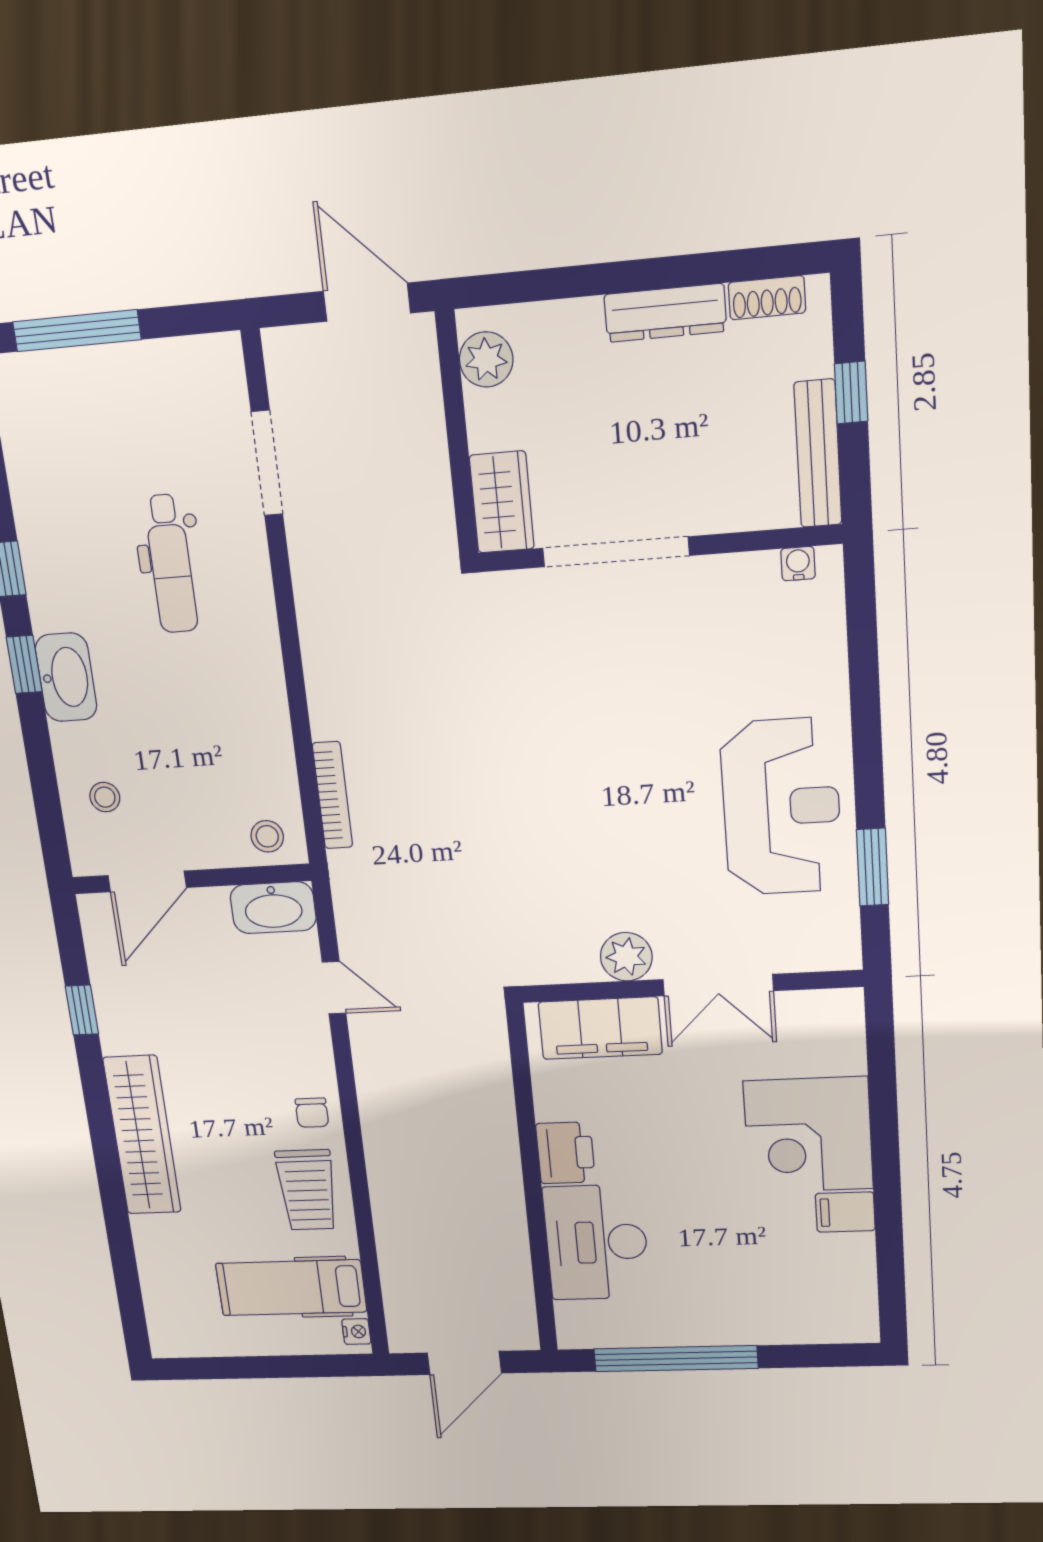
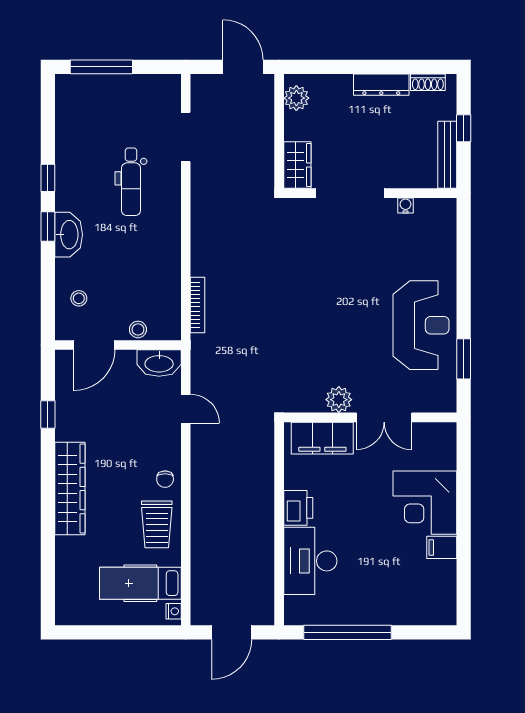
water cooler: (798, 564) -> (405, 205), moved
stool: (267, 836) -> (138, 329), moved

